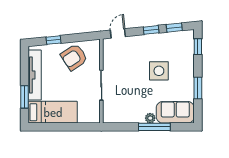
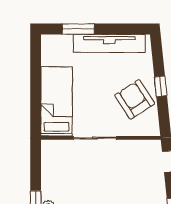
window: (53, 40) -> (161, 86), moved
bed: (53, 112) -> (57, 101), moved, turned 180

